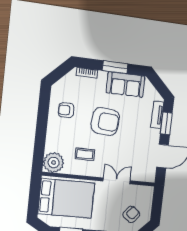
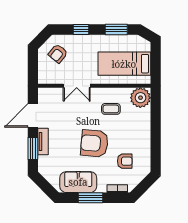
armchair: (66, 110) -> (125, 161), moved
tv unit: (157, 115) -> (43, 141), moved
bed: (66, 198) -> (124, 64), width x0.67

